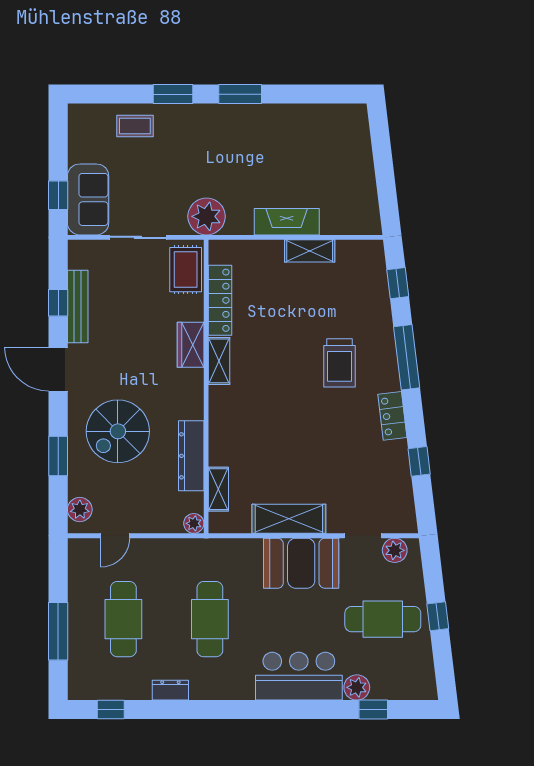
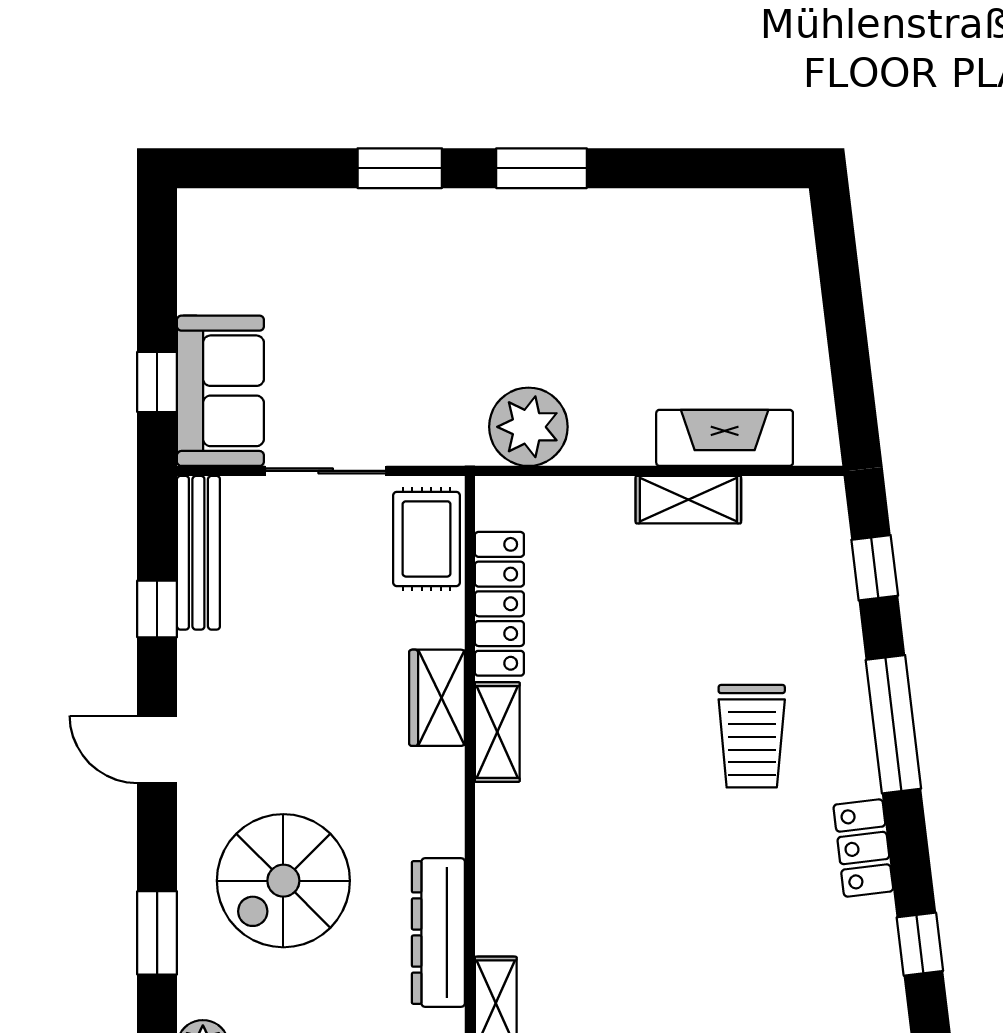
coffee table: (135, 126) -> (320, 236), removed
plant: (207, 216) -> (528, 427), moved
fireplace: (287, 222) -> (725, 438), moved
bench: (78, 306) -> (198, 553), moved
door: (58, 369) -> (157, 749), width x0.73

